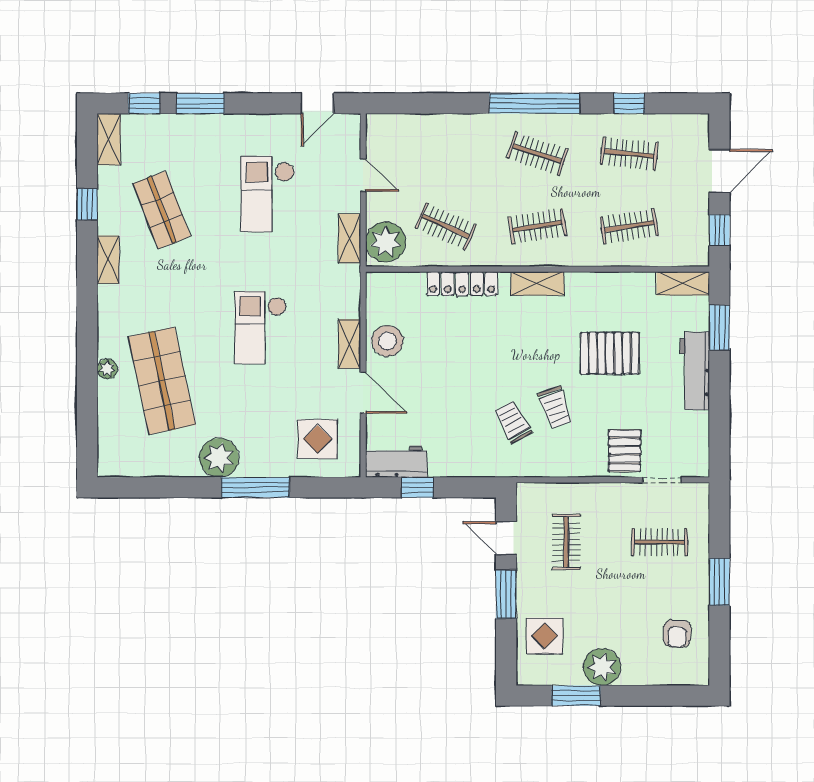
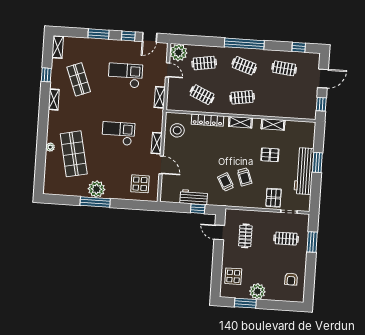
window: (144, 103) -> (128, 36), moved
window: (629, 103) -> (299, 47), moved
checkout: (268, 194) -> (125, 75), turned 90
clothes rail: (629, 226) -> (204, 63), moved
plant: (386, 242) -> (178, 52), moved
shelving: (683, 283) -> (273, 124), moved
checkout: (261, 328) -> (118, 133), turned 90
window: (719, 328) -> (317, 162), moved
stool: (387, 341) -> (177, 130), moved
pallet: (610, 353) -> (270, 155), width x0.67, depth x0.71
workbench: (695, 371) -> (304, 171), width x1.36, depth x1.32
workbench: (396, 461) -> (194, 197), moved
window: (255, 487) -> (95, 202), moved
window: (417, 487) -> (198, 209), moved
window: (719, 582) -> (312, 242), moved
window: (506, 594) -> (218, 257), removed

